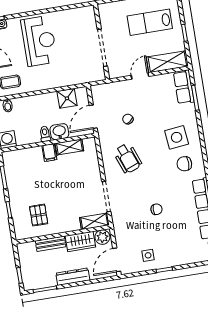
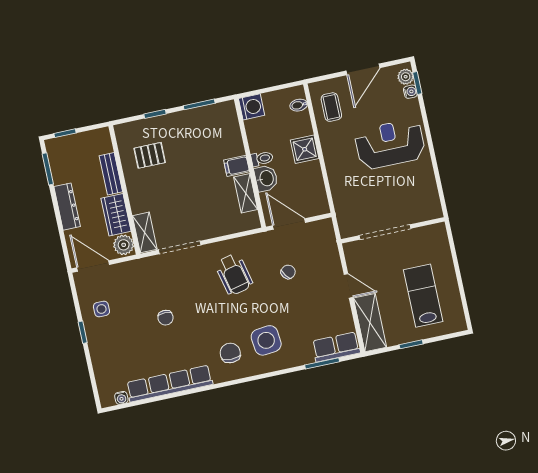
reception desk: (39, 41) -> (390, 144), turned 180
shower: (67, 98) -> (305, 149), moved
wheelchair: (128, 158) -> (234, 274), turned -82

